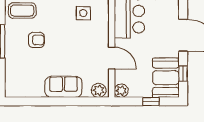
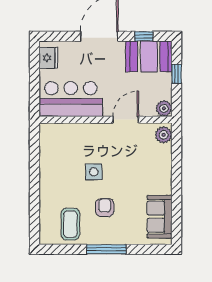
side table: (83, 13) -> (94, 172), moved
sofa: (63, 87) -> (159, 217), moved

